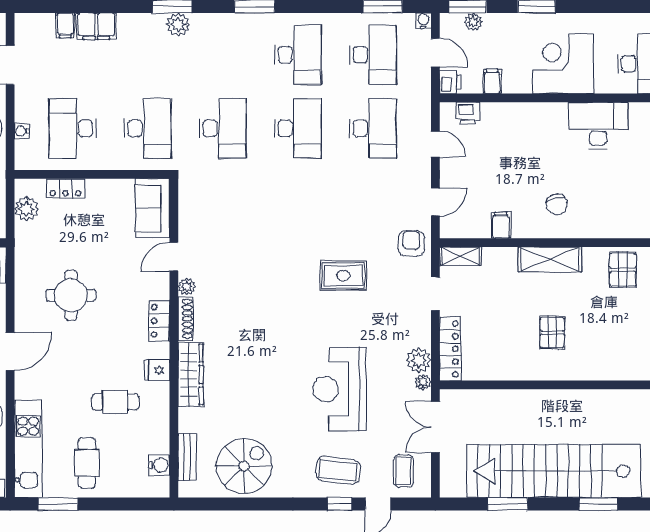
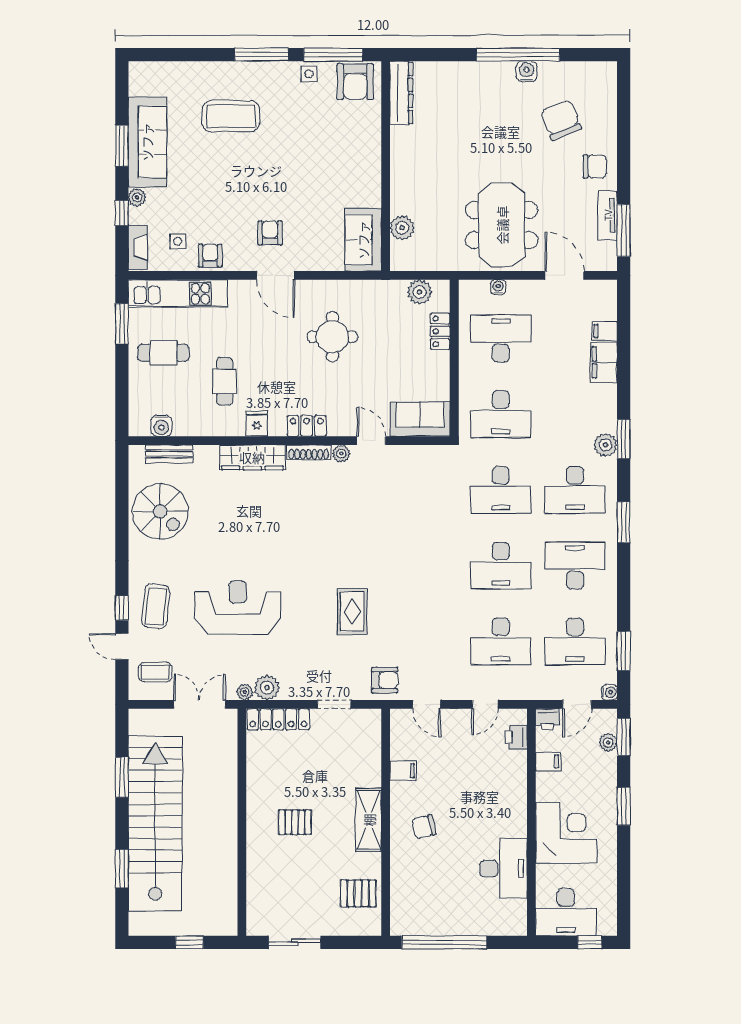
desk: (223, 55) -> (575, 490), added
desk: (298, 55) -> (575, 566), turned 180
shelving: (460, 256) -> (372, 730), removed

